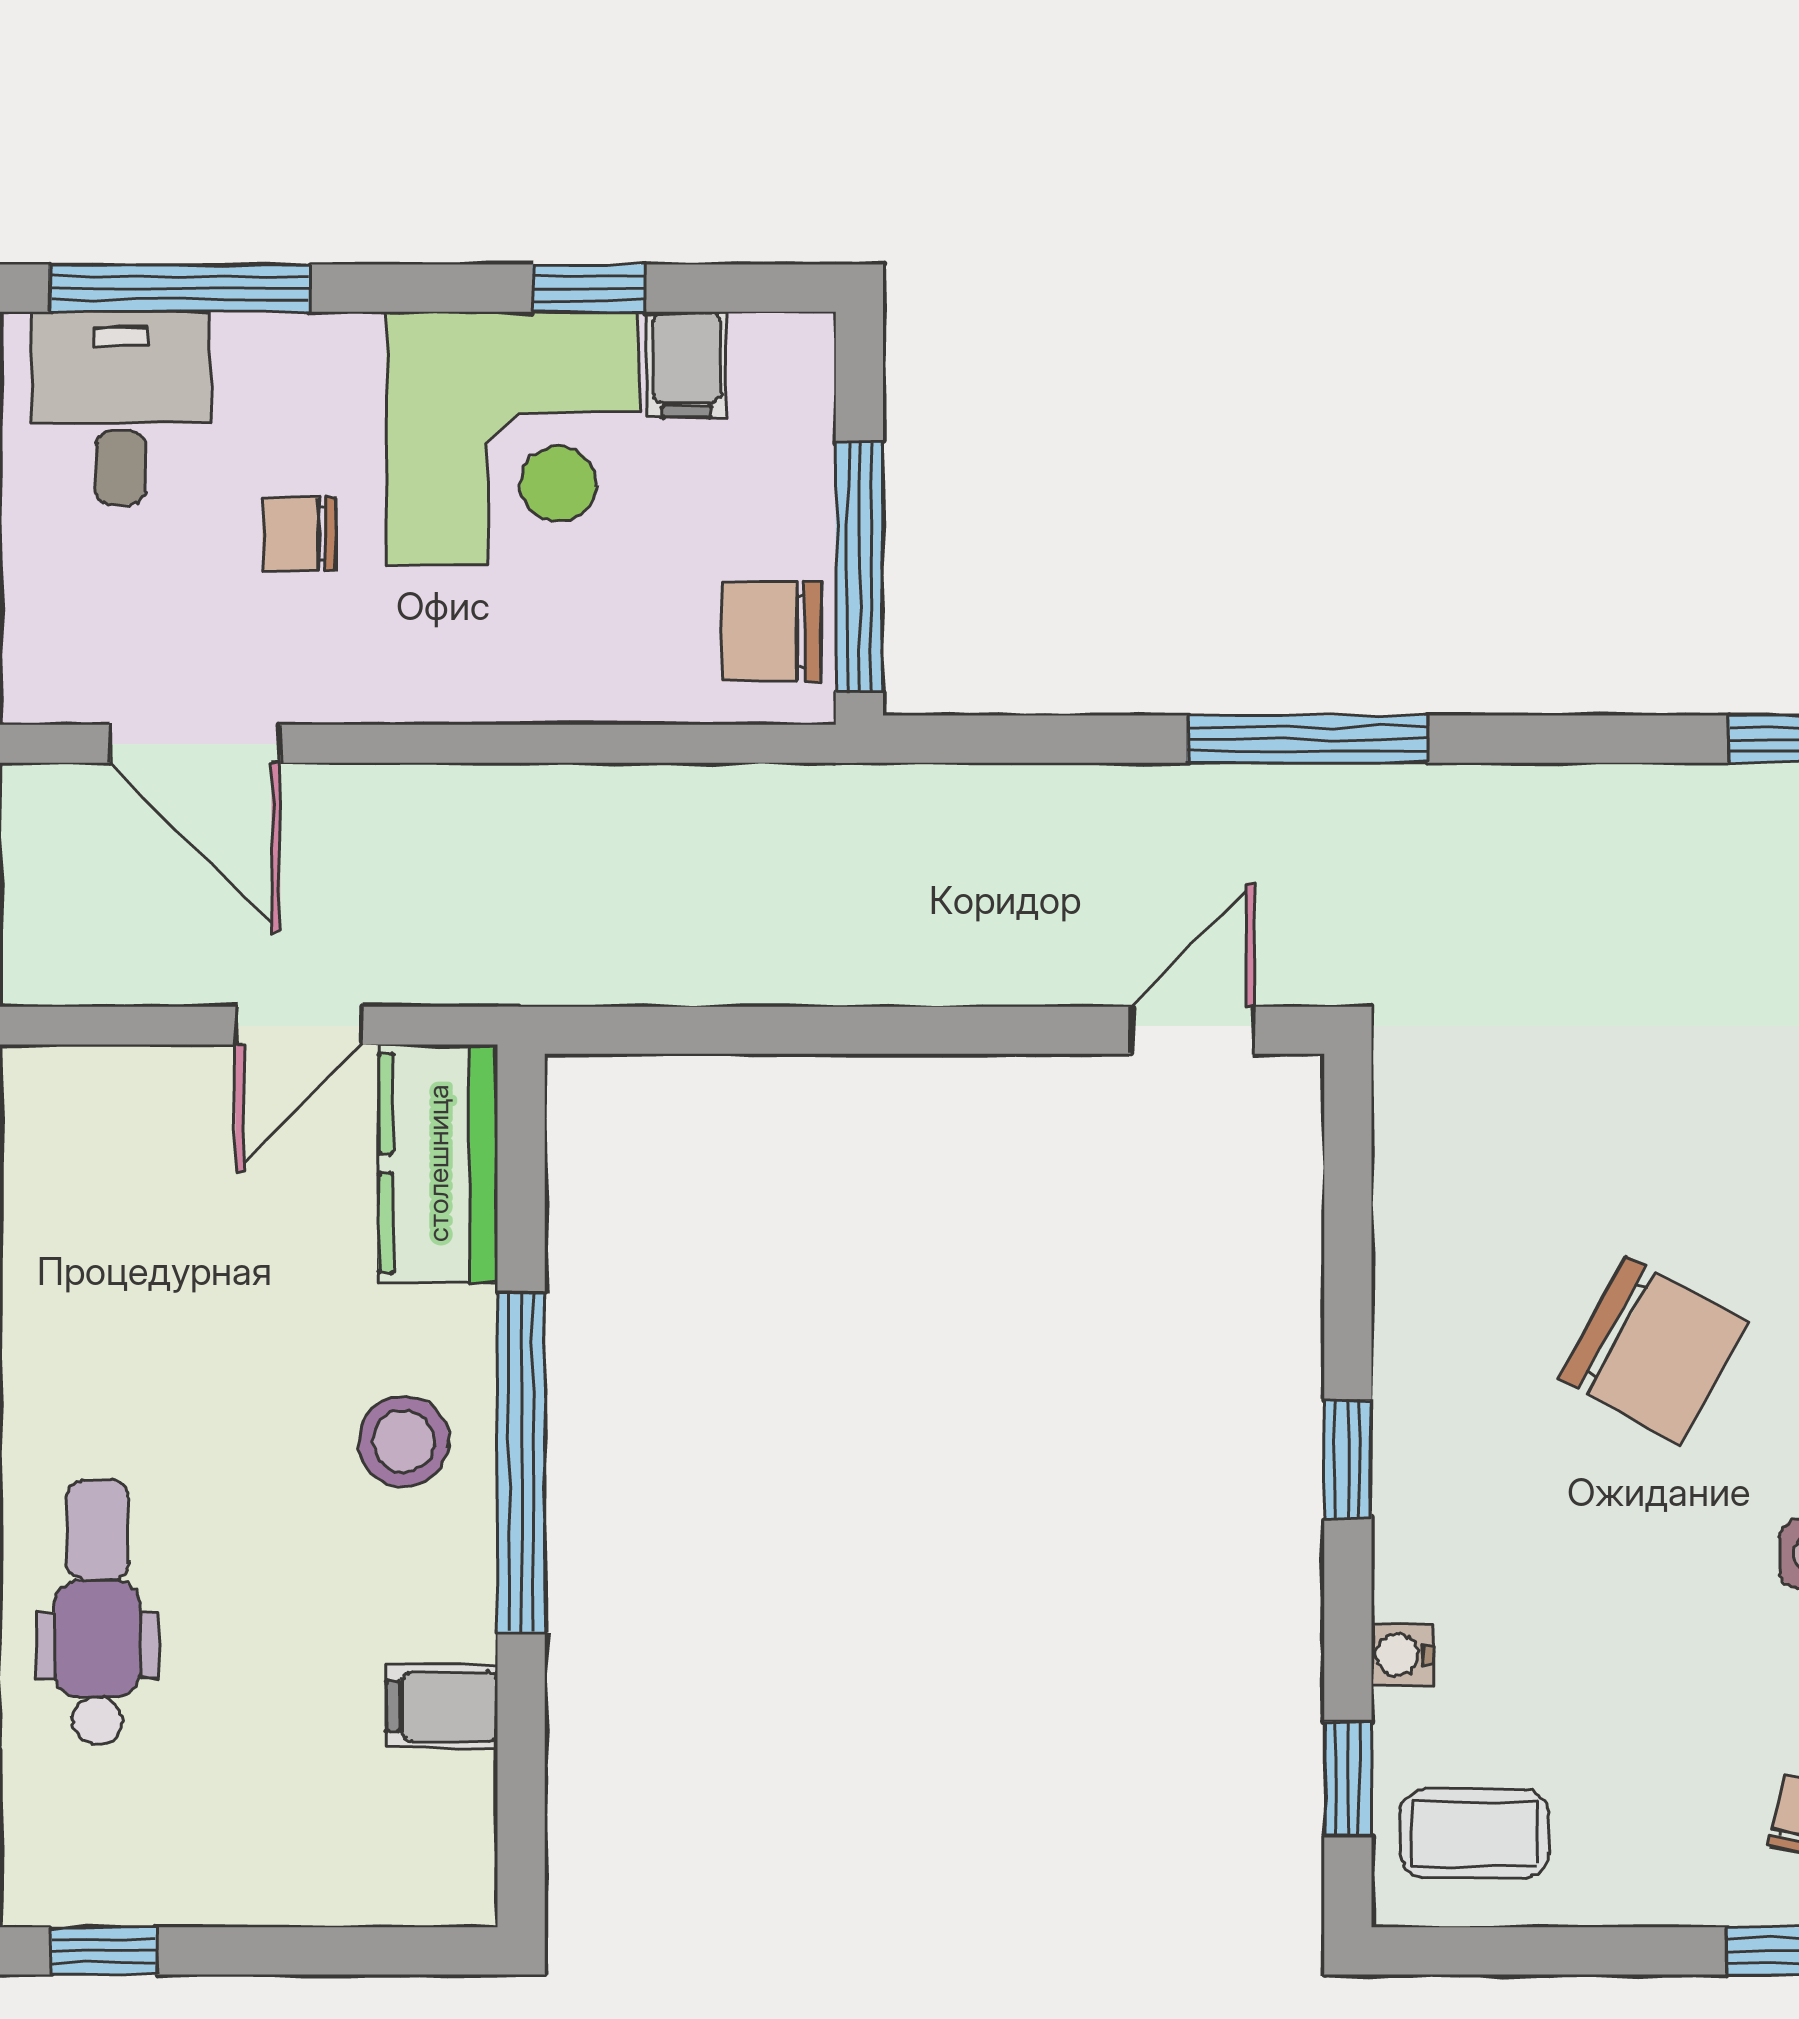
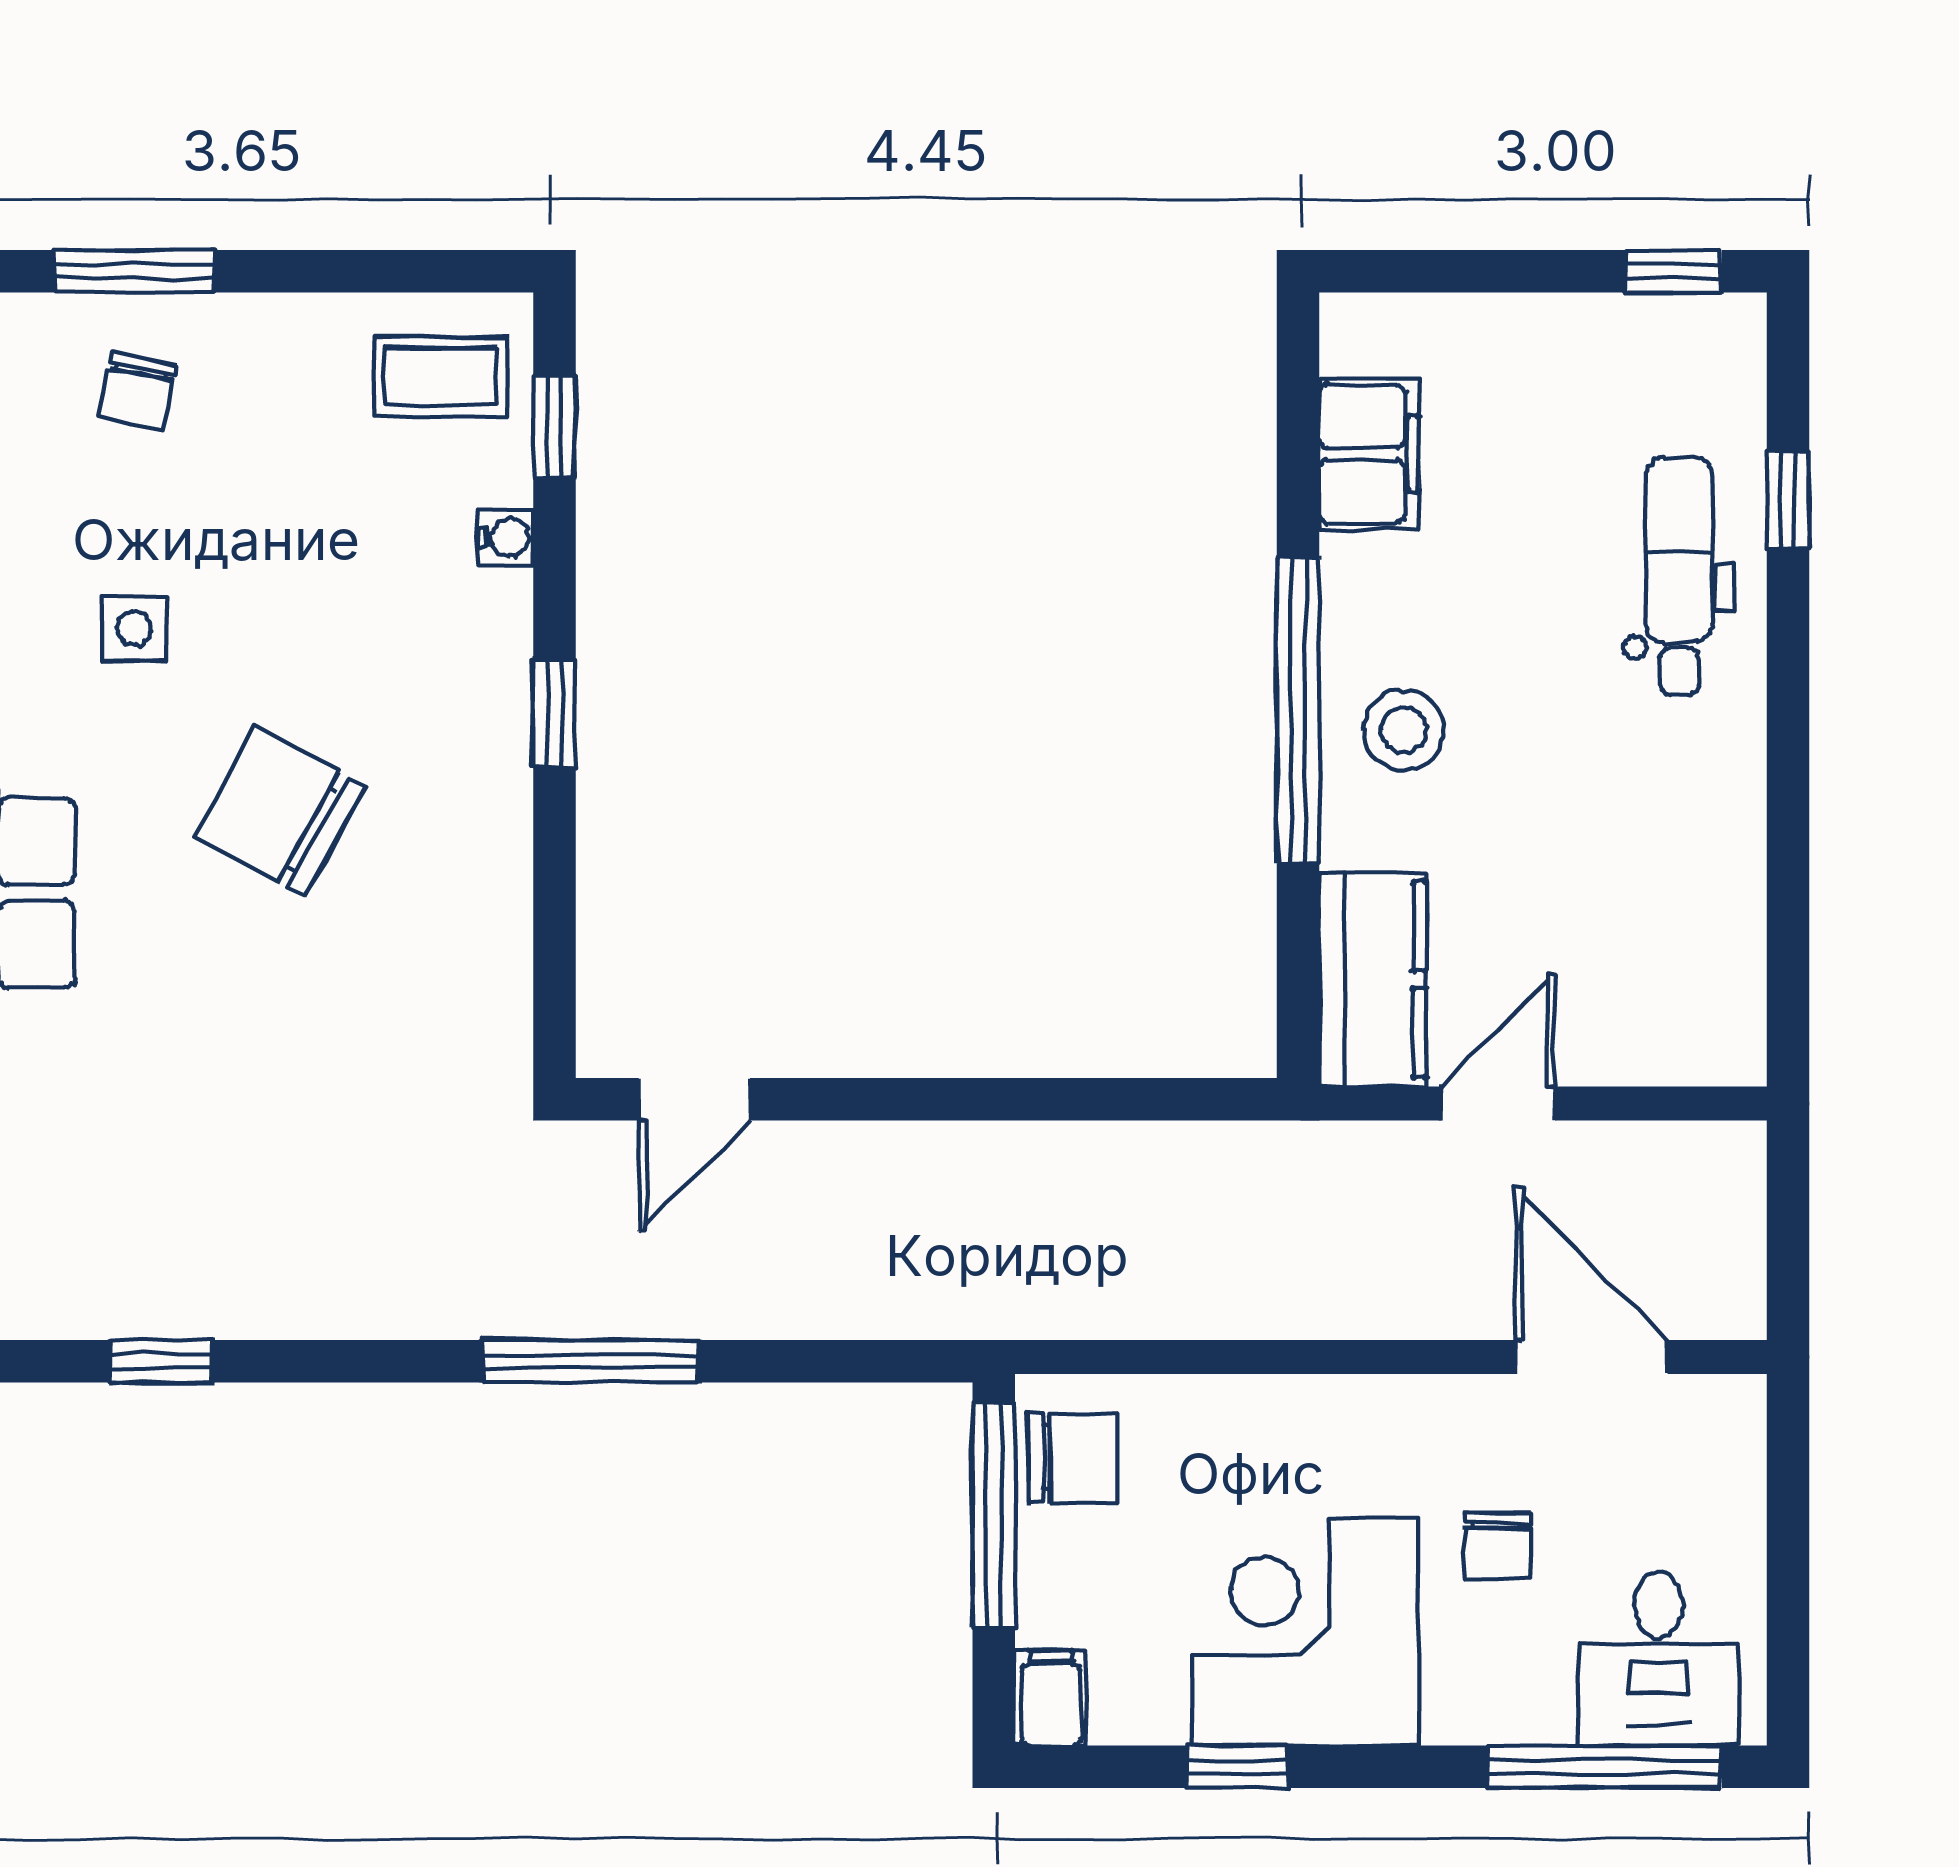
filing cabinet: (687, 365) -> (1051, 1698), moved
chair: (299, 534) -> (1498, 1546), turned 90
dental chair: (97, 1612) -> (1679, 576), turned 180
filing cabinet: (442, 1706) -> (1369, 454), width x2.00

